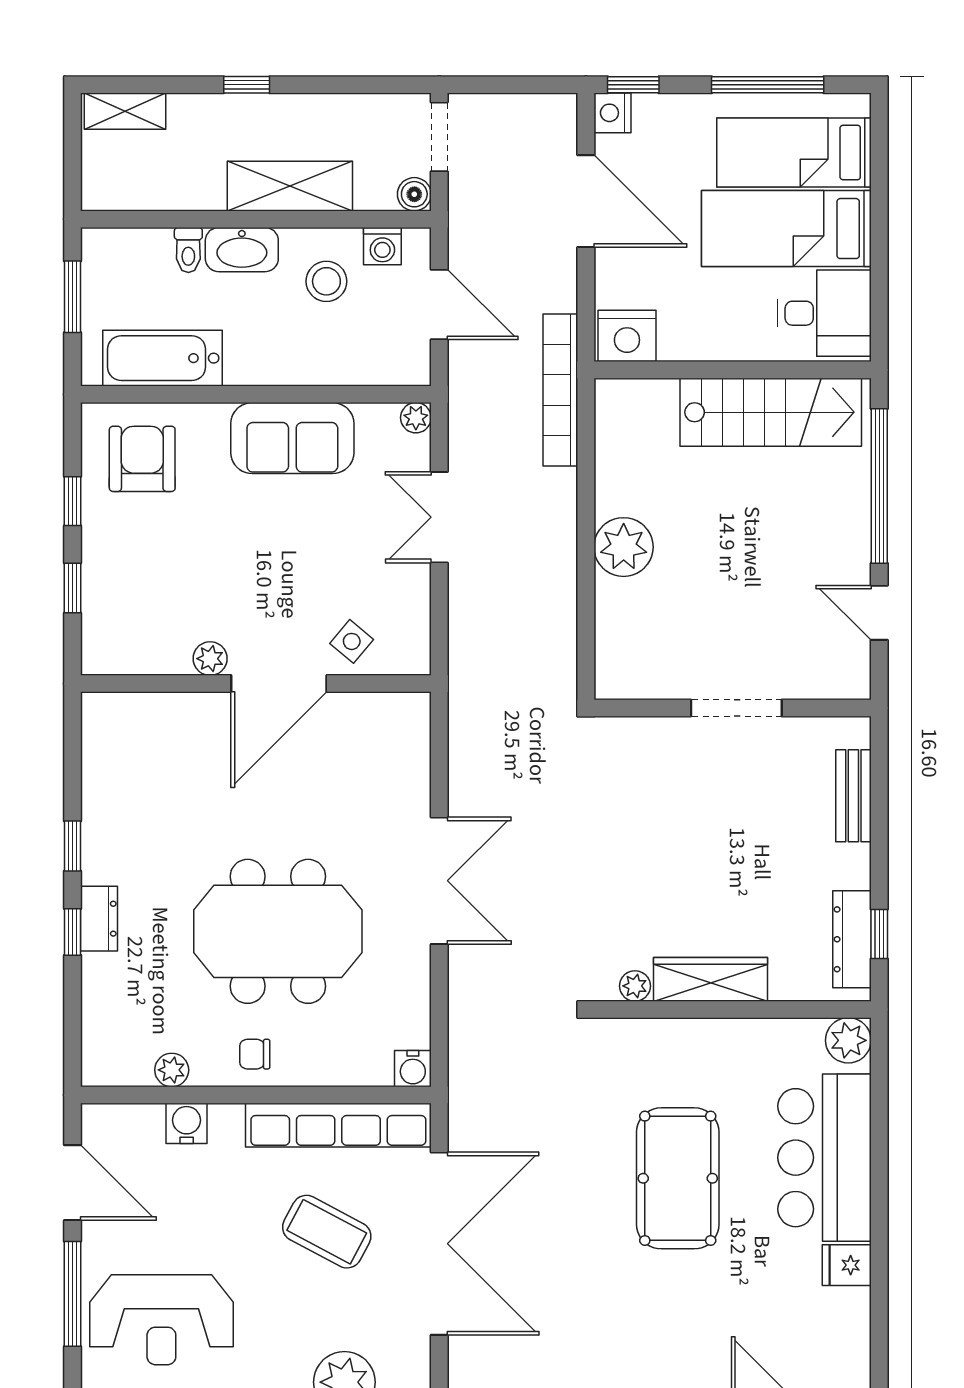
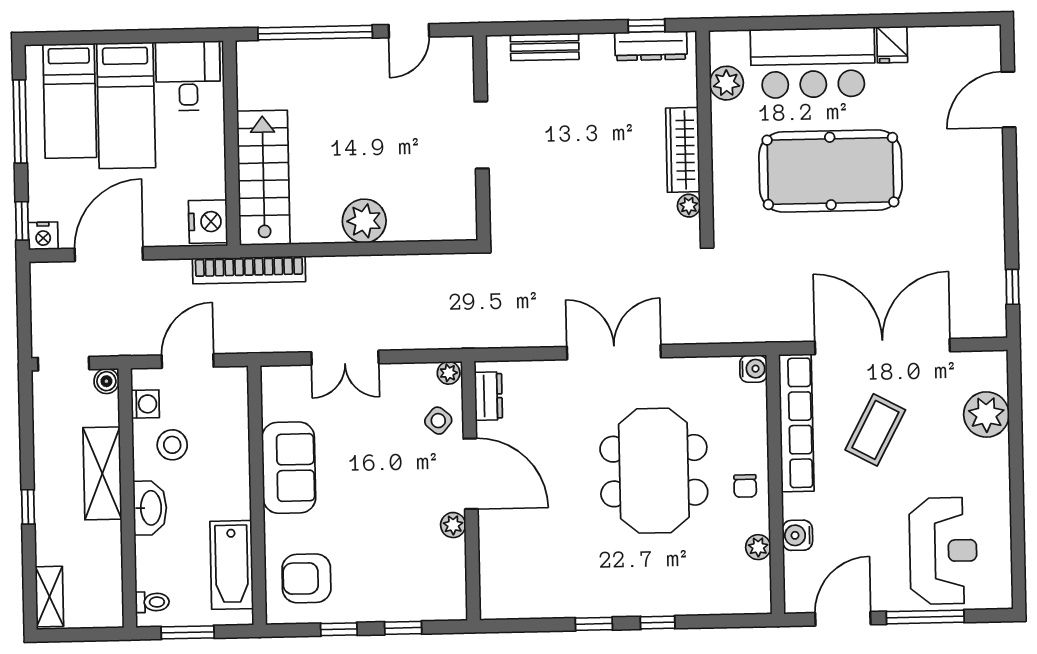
toilet: (188, 250) -> (152, 602), moved
stairs: (771, 412) -> (264, 178), moved
plant: (416, 418) -> (449, 373), moved
dresser: (99, 919) -> (488, 396), moved, turned 90
plant: (848, 1040) -> (726, 83), moved
pool table: (678, 1178) -> (830, 171), width x1.36, depth x1.32

